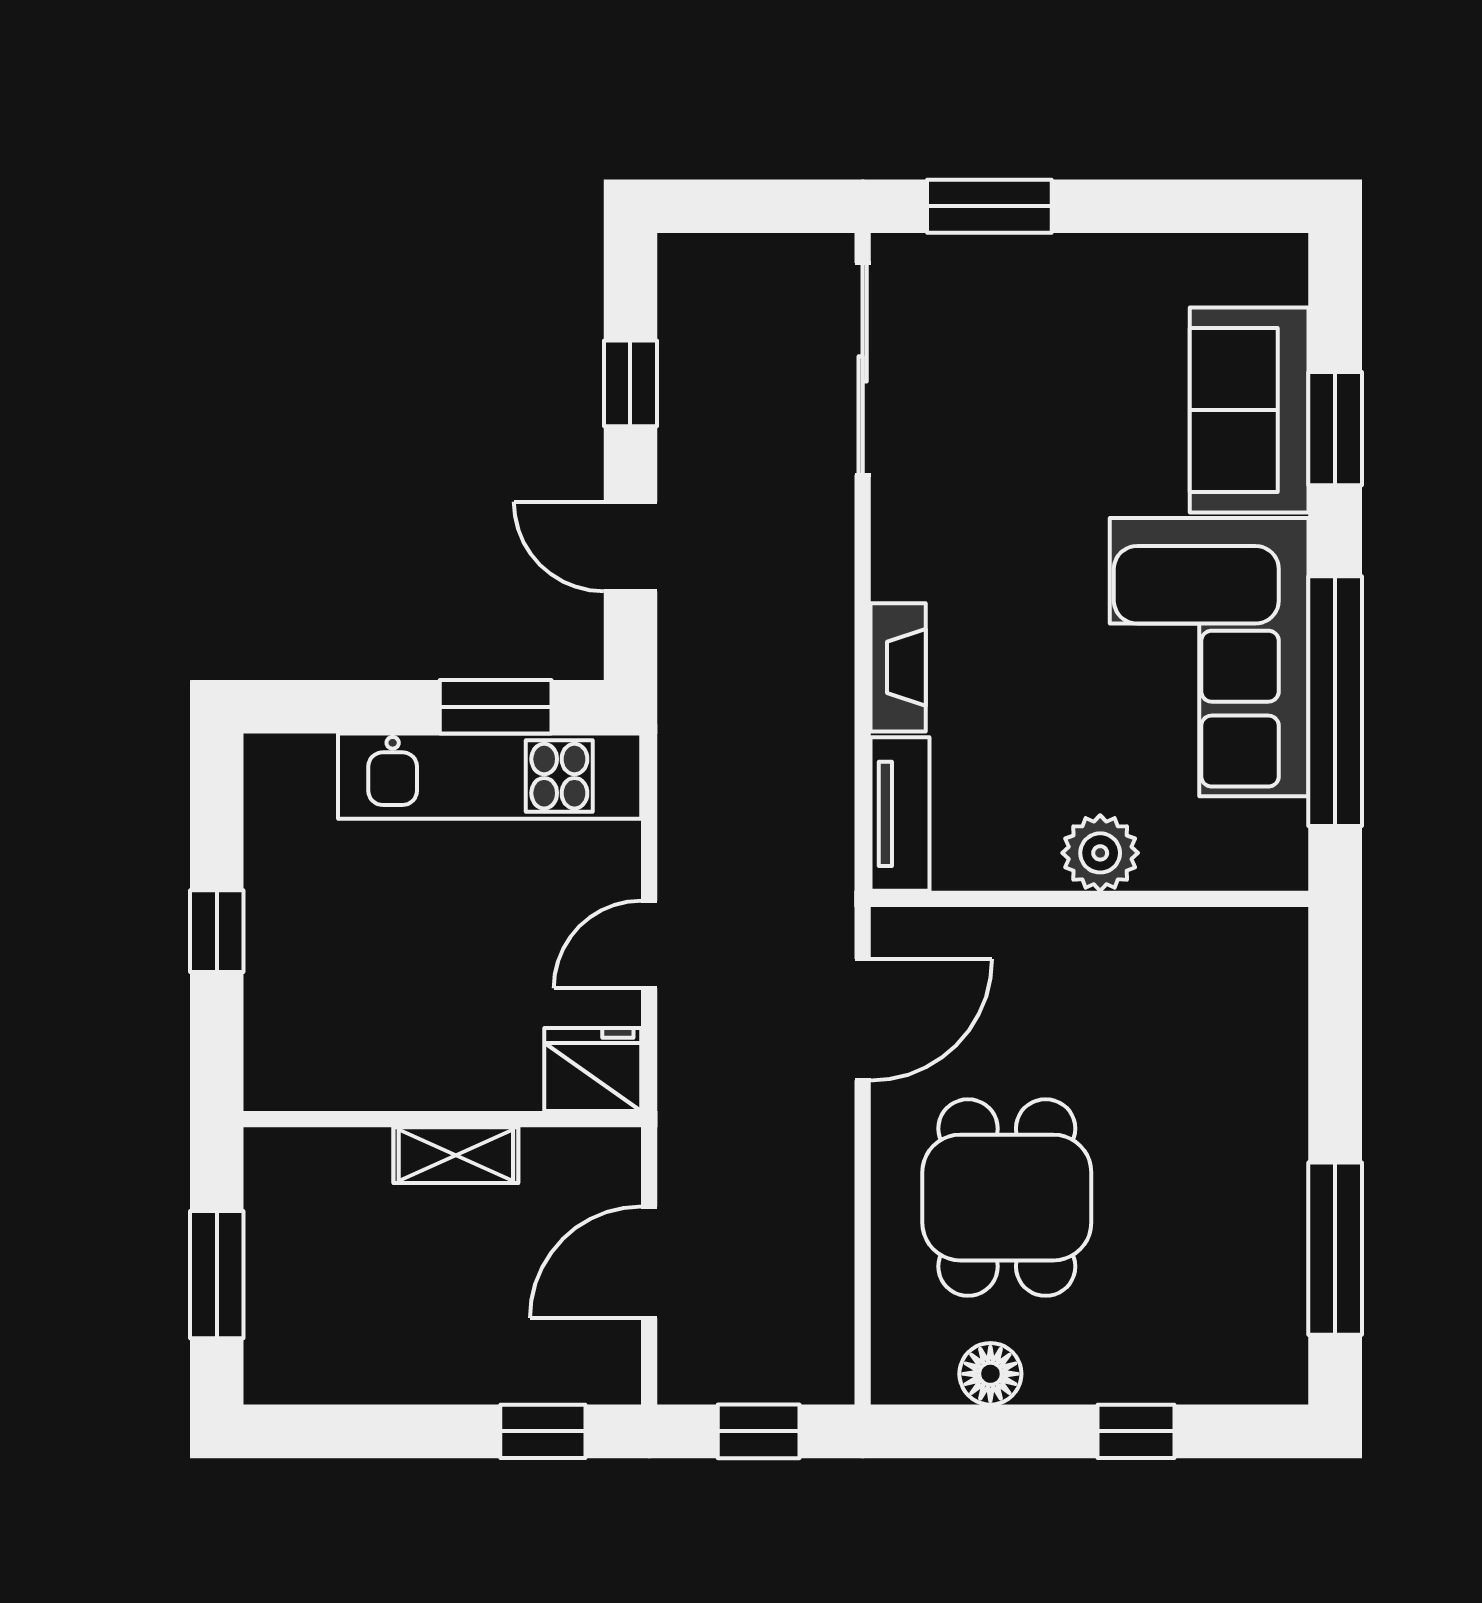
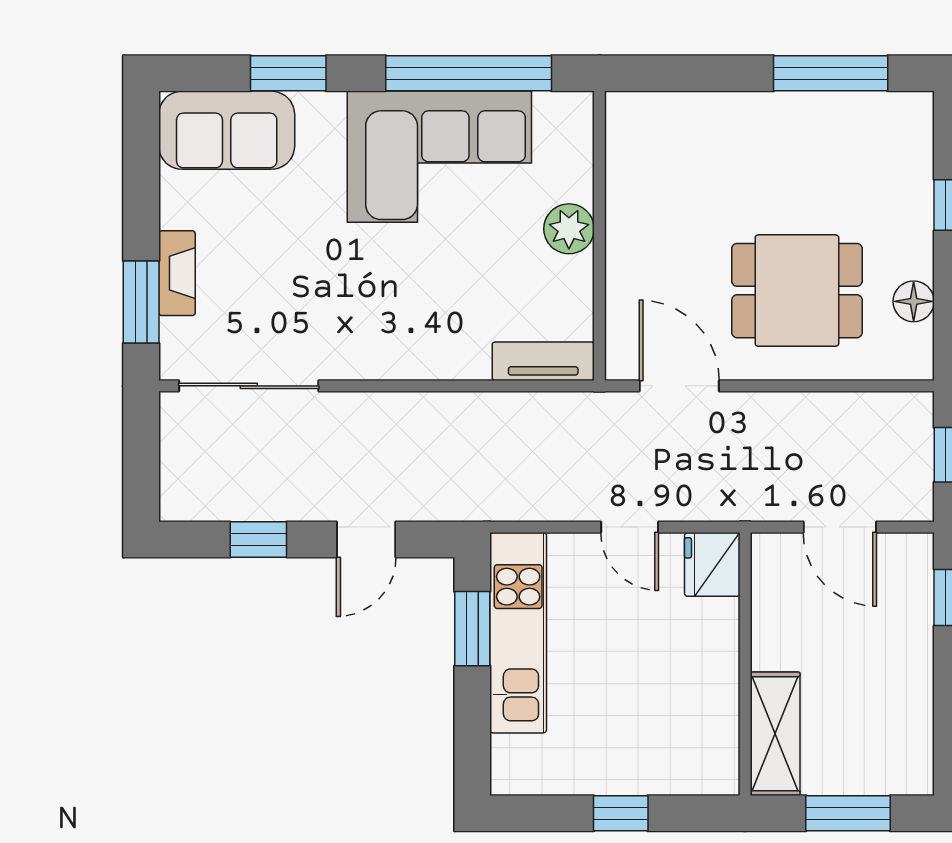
sofa: (1249, 410) -> (227, 130), moved
fireplace: (898, 667) -> (177, 273), moved, turned 90
shelving: (456, 1155) -> (775, 734), moved, width x1.50, depth x1.33

